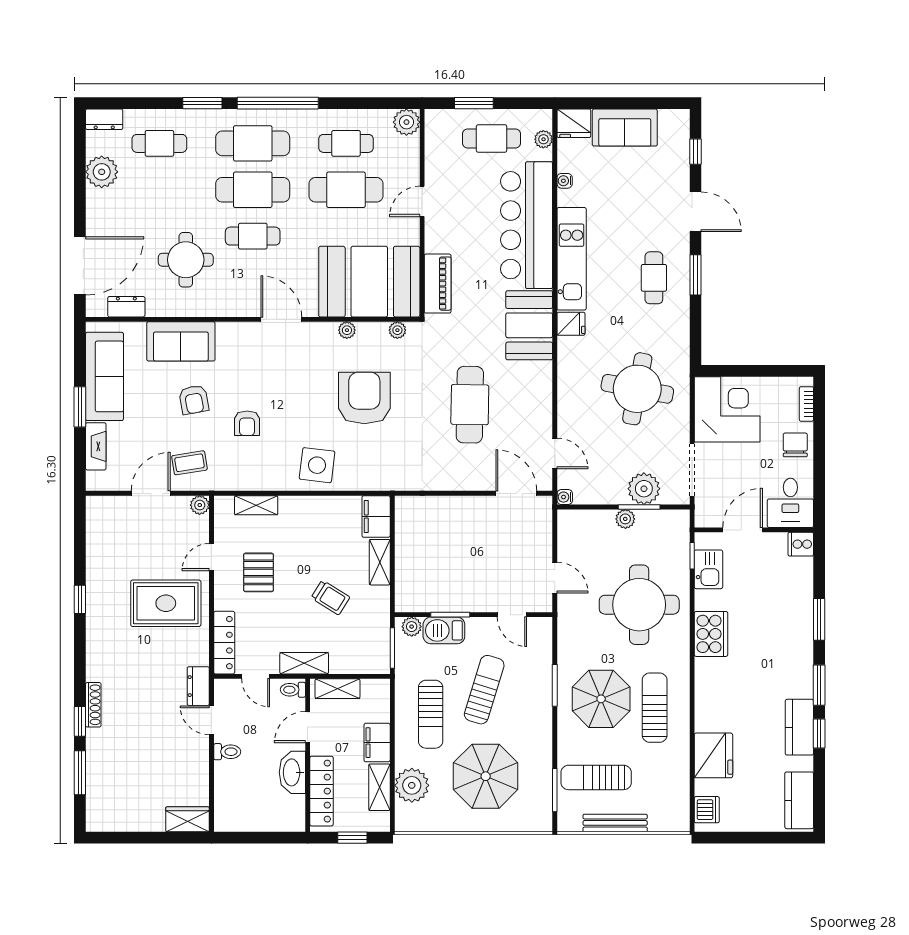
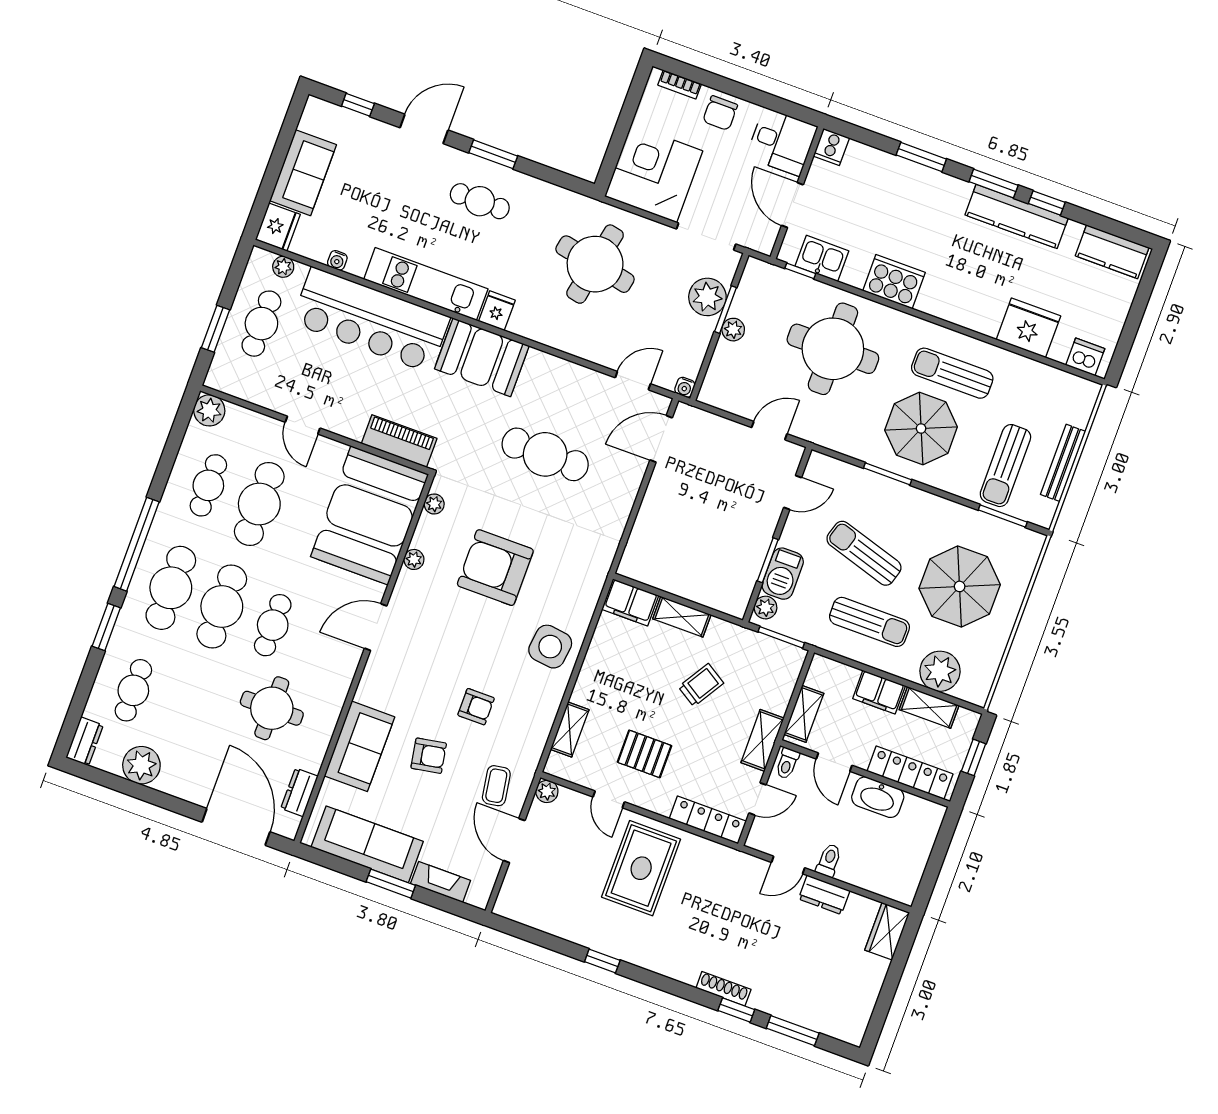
chair: (795, 445) -> (720, 113), turned -90
dresser: (198, 686) -> (824, 895), moved
kitchen counter: (799, 727) -> (1017, 216), width x1.50

